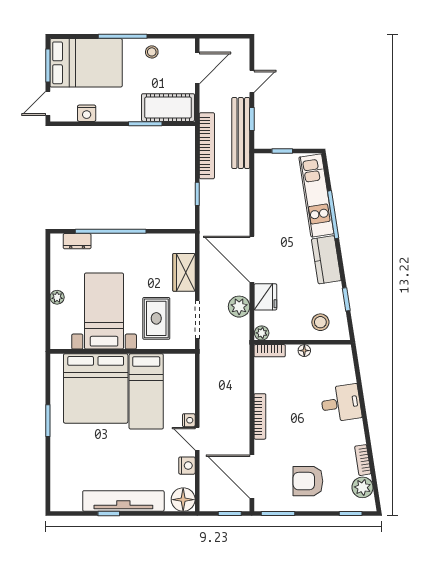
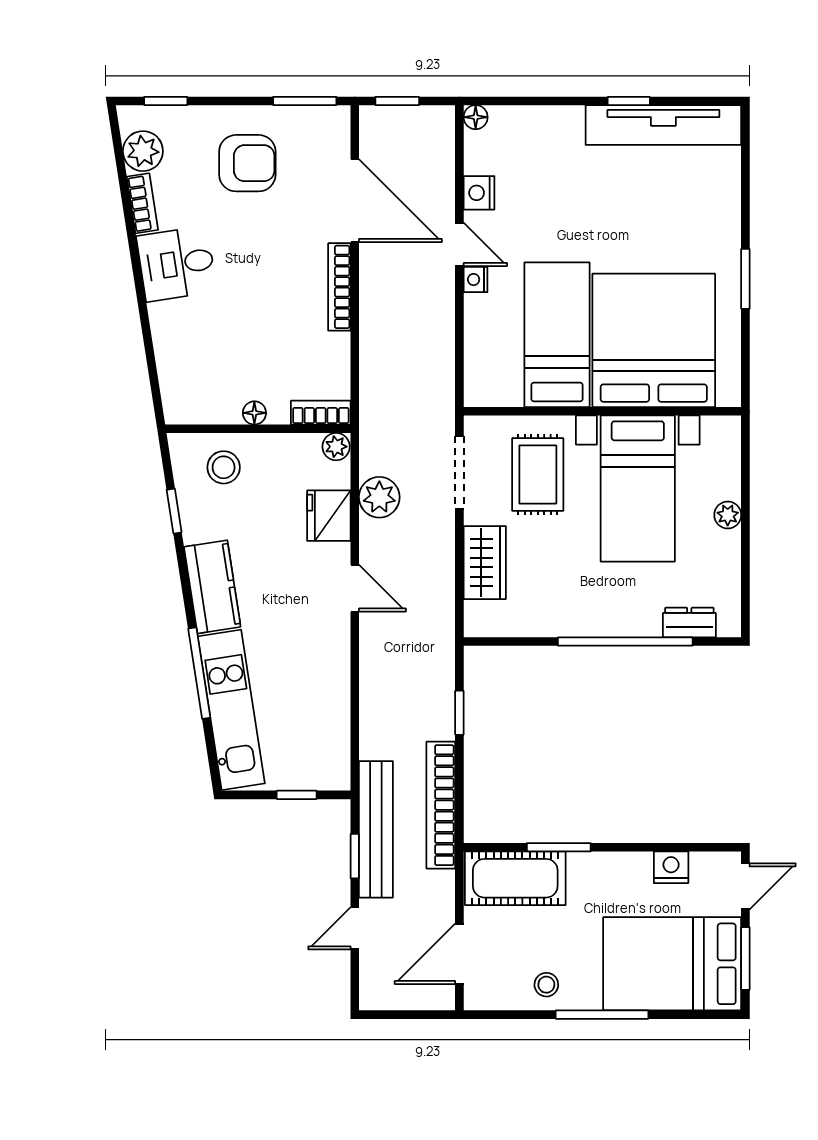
door: (252, 259) -> (355, 588), width x0.53
desk: (341, 403) -> (177, 264), moved
door: (252, 477) -> (355, 201), moved
floor lamp: (183, 500) -> (476, 117), width x0.53, depth x0.53
tv unit: (123, 501) -> (663, 125), moved

